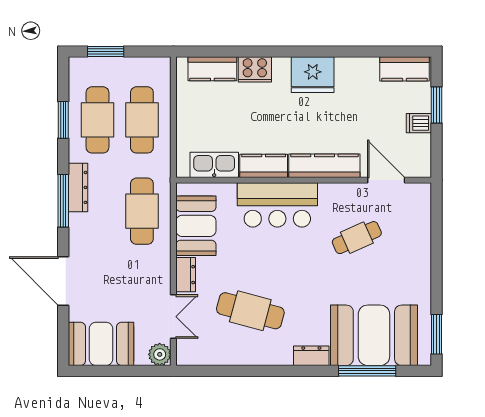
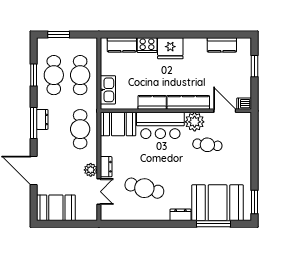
kitchen counter: (404, 69) -> (222, 45), moved
fridge: (313, 75) -> (170, 48), moved
dishwasher: (419, 123) -> (244, 104), moved
kitchen sink: (214, 165) -> (108, 90), moved, turned 90
dresser: (78, 187) -> (42, 119), width x0.70
plant: (335, 199) -> (195, 122), added
booth: (196, 226) -> (118, 124), moved, turned 90
cafe table: (357, 238) -> (207, 145), turned 30
plant: (160, 354) -> (91, 170), moved

